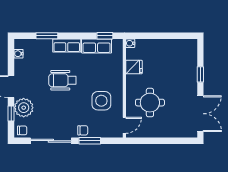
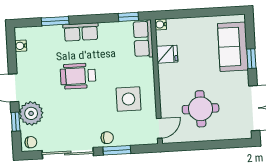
row of seats: (97, 46) -> (143, 39), moved, turned 90
sofa: (186, 64) -> (233, 47), added
round table: (150, 103) -> (201, 109), moved

